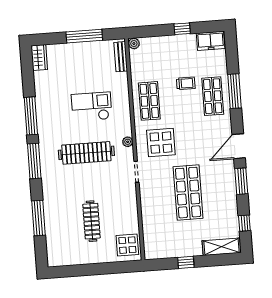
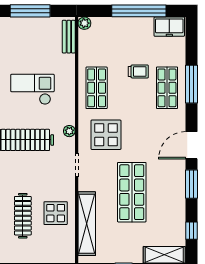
window: (182, 29) -> (139, 11), width x3.17
shelving: (150, 224) -> (87, 224), added
display table: (127, 245) -> (56, 213), moved

